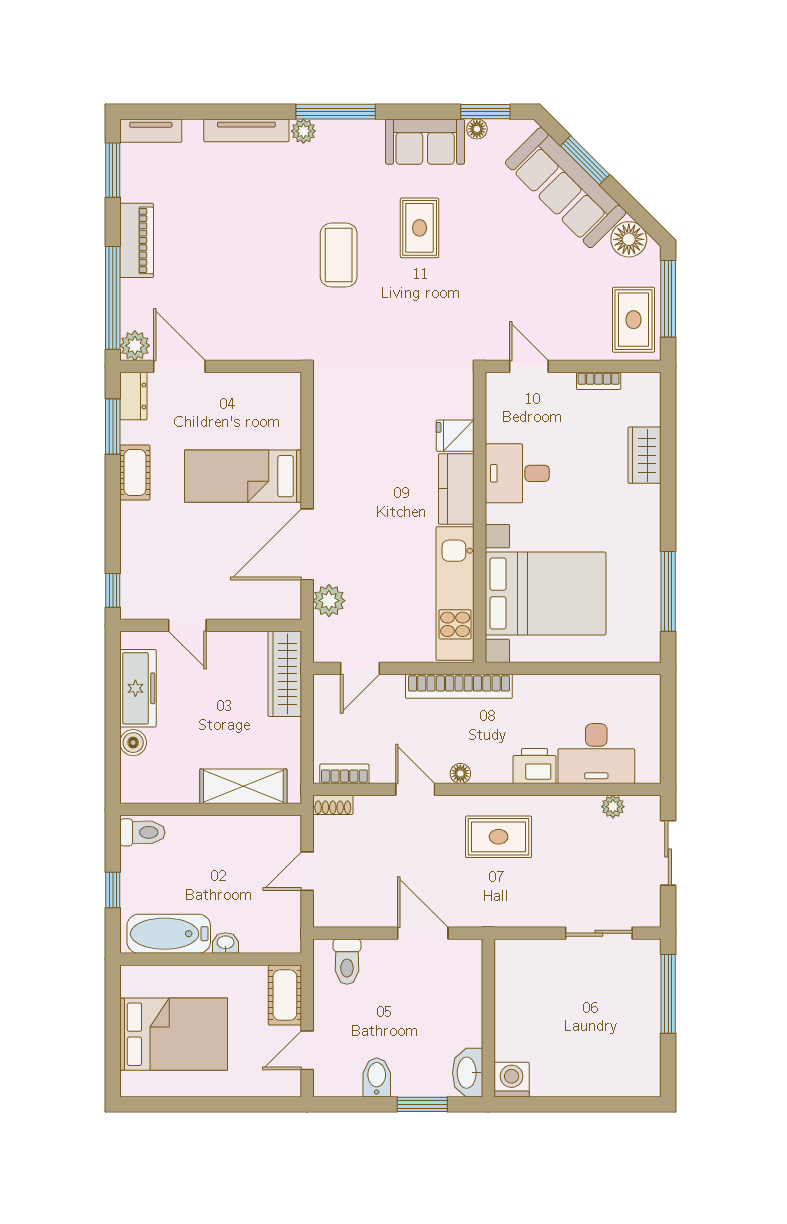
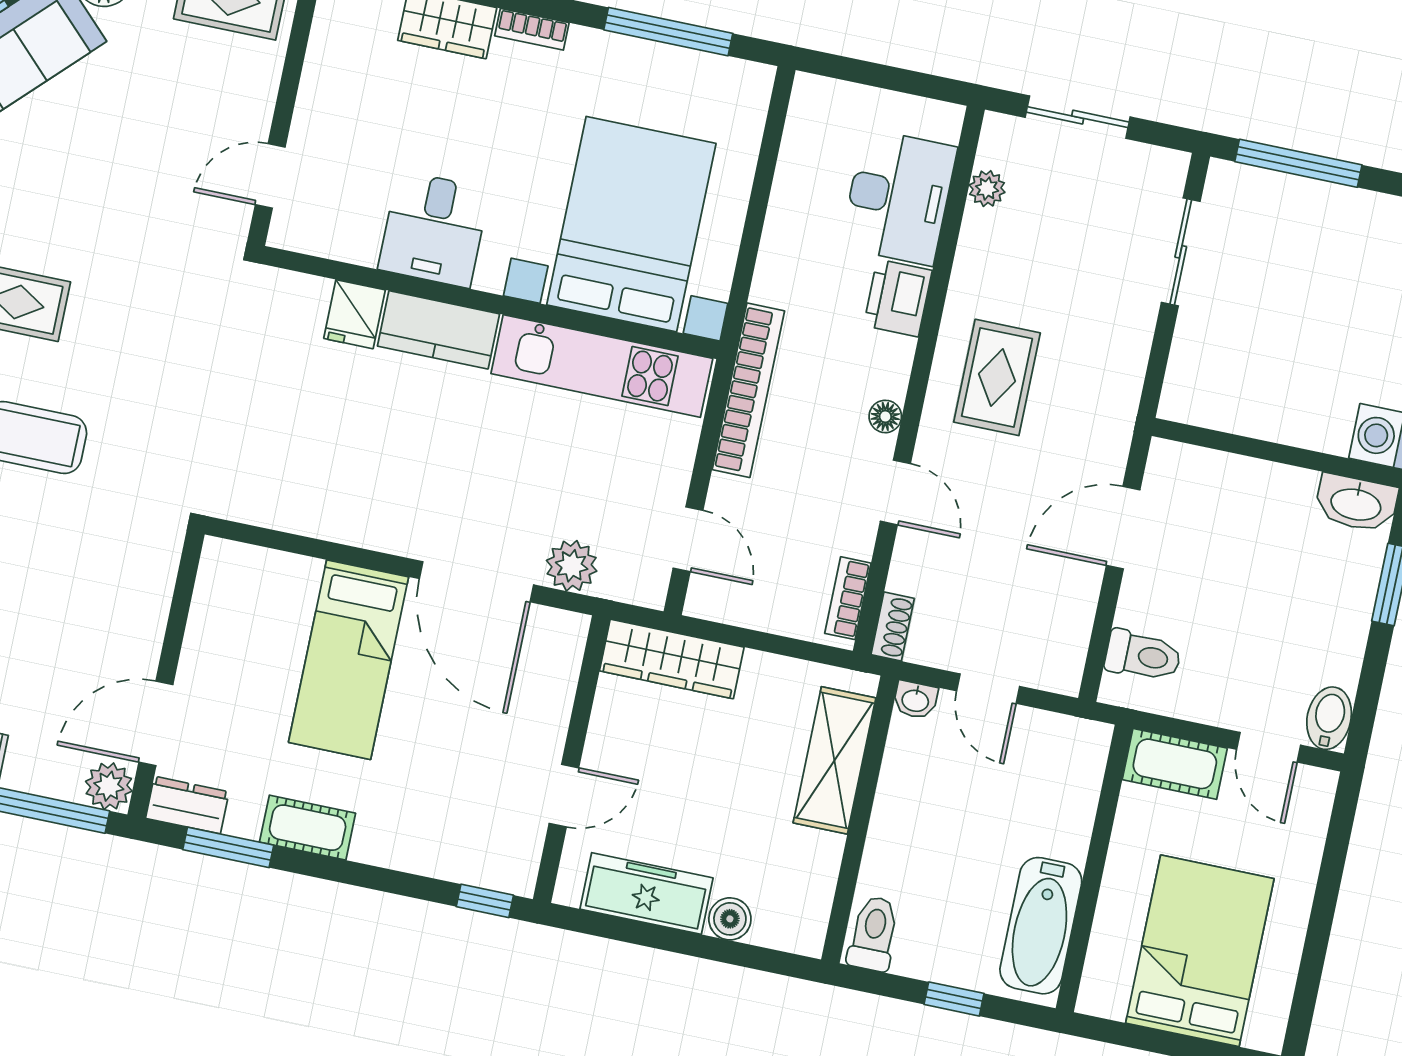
bookcase: (599, 381) -> (532, 29), moved, turned 90
door: (415, 789) -> (895, 492), swing flipped
washbasin: (226, 943) -> (915, 700), moved, turned -90
bidet: (377, 1077) -> (1329, 718), moved, turned 90

